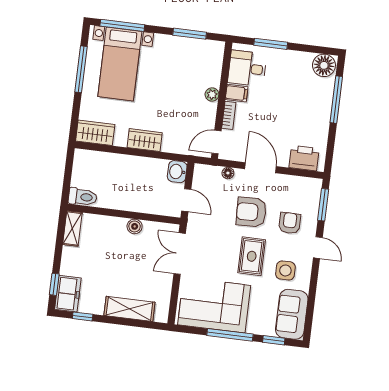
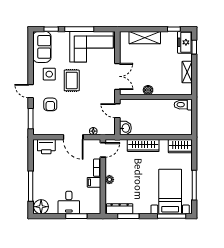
dresser: (202, 47) -> (120, 209), added
desk: (247, 68) -> (69, 203), moved, turned 90
wardrobe: (145, 140) -> (143, 145), width x1.50
armchair: (251, 212) -> (75, 108), removed
shelving: (72, 228) -> (187, 72), moved

